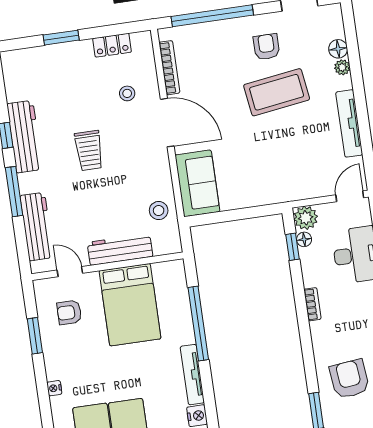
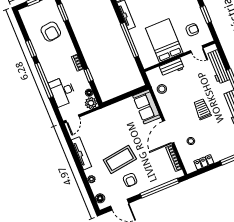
floor lamp: (338, 49) -> (100, 198), moved
door: (167, 123) -> (168, 132), hinge flipped
window: (292, 247) -> (89, 75), moved
workbench: (120, 249) -> (172, 67), width x0.73

